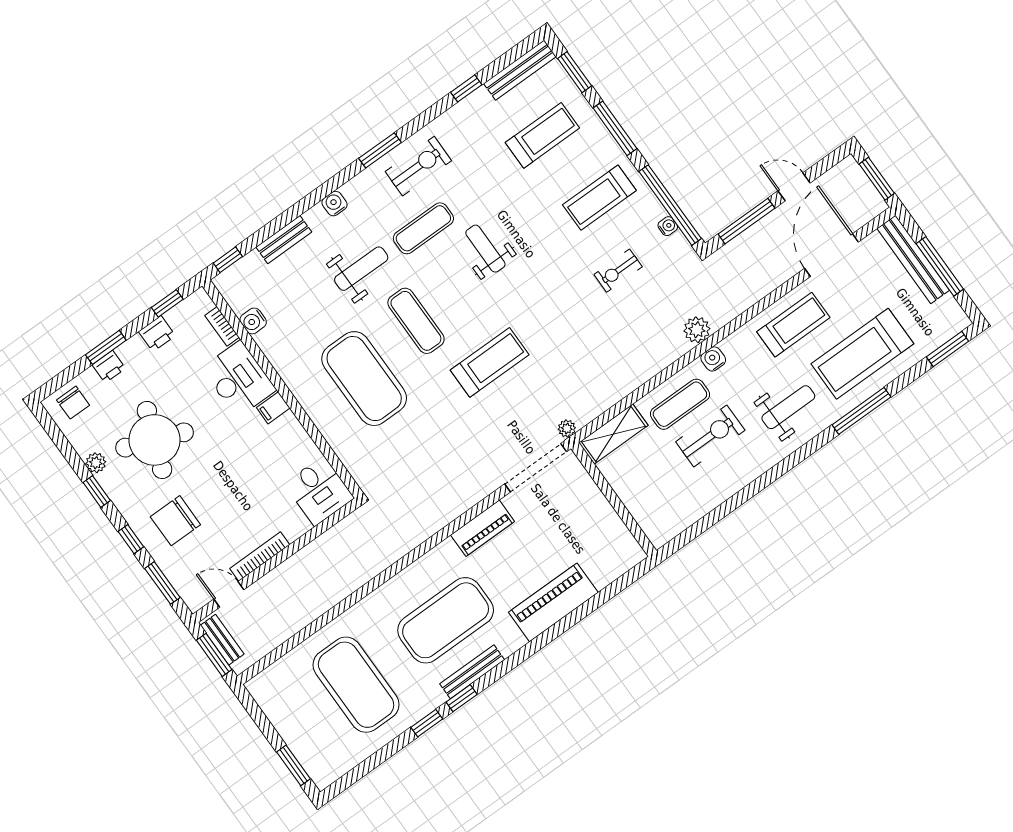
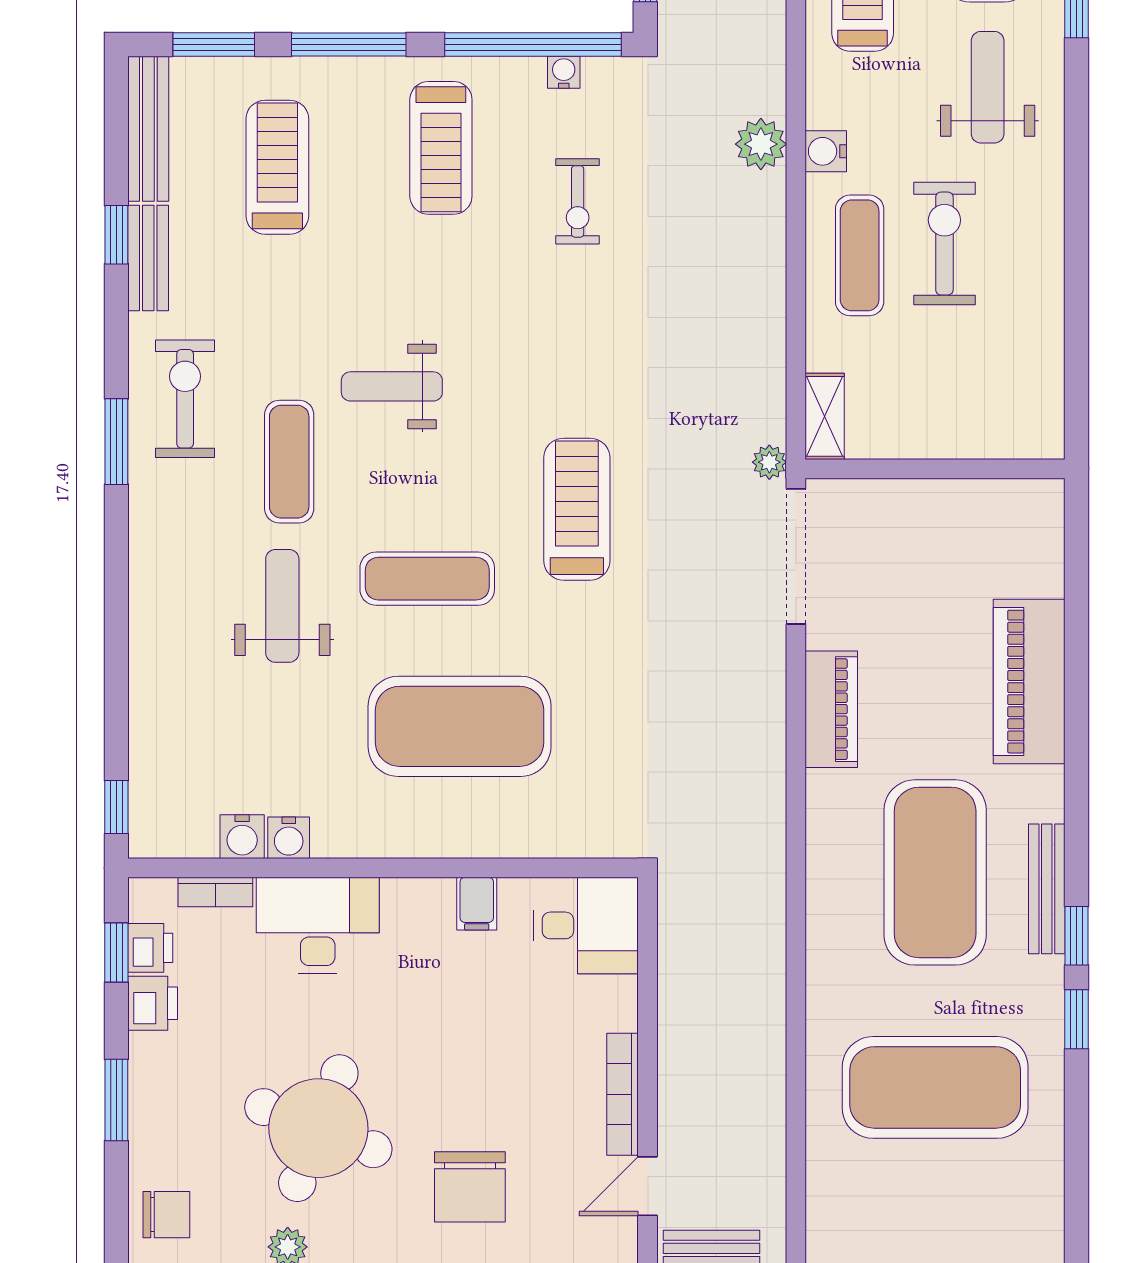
water cooler: (334, 204) -> (289, 838), moved, turned -90
bench: (284, 240) -> (148, 258), moved
printer: (109, 367) -> (150, 948), moved
filing cabinet: (273, 408) -> (477, 904), moved
shelving: (613, 434) -> (825, 416), width x0.67, depth x0.75

